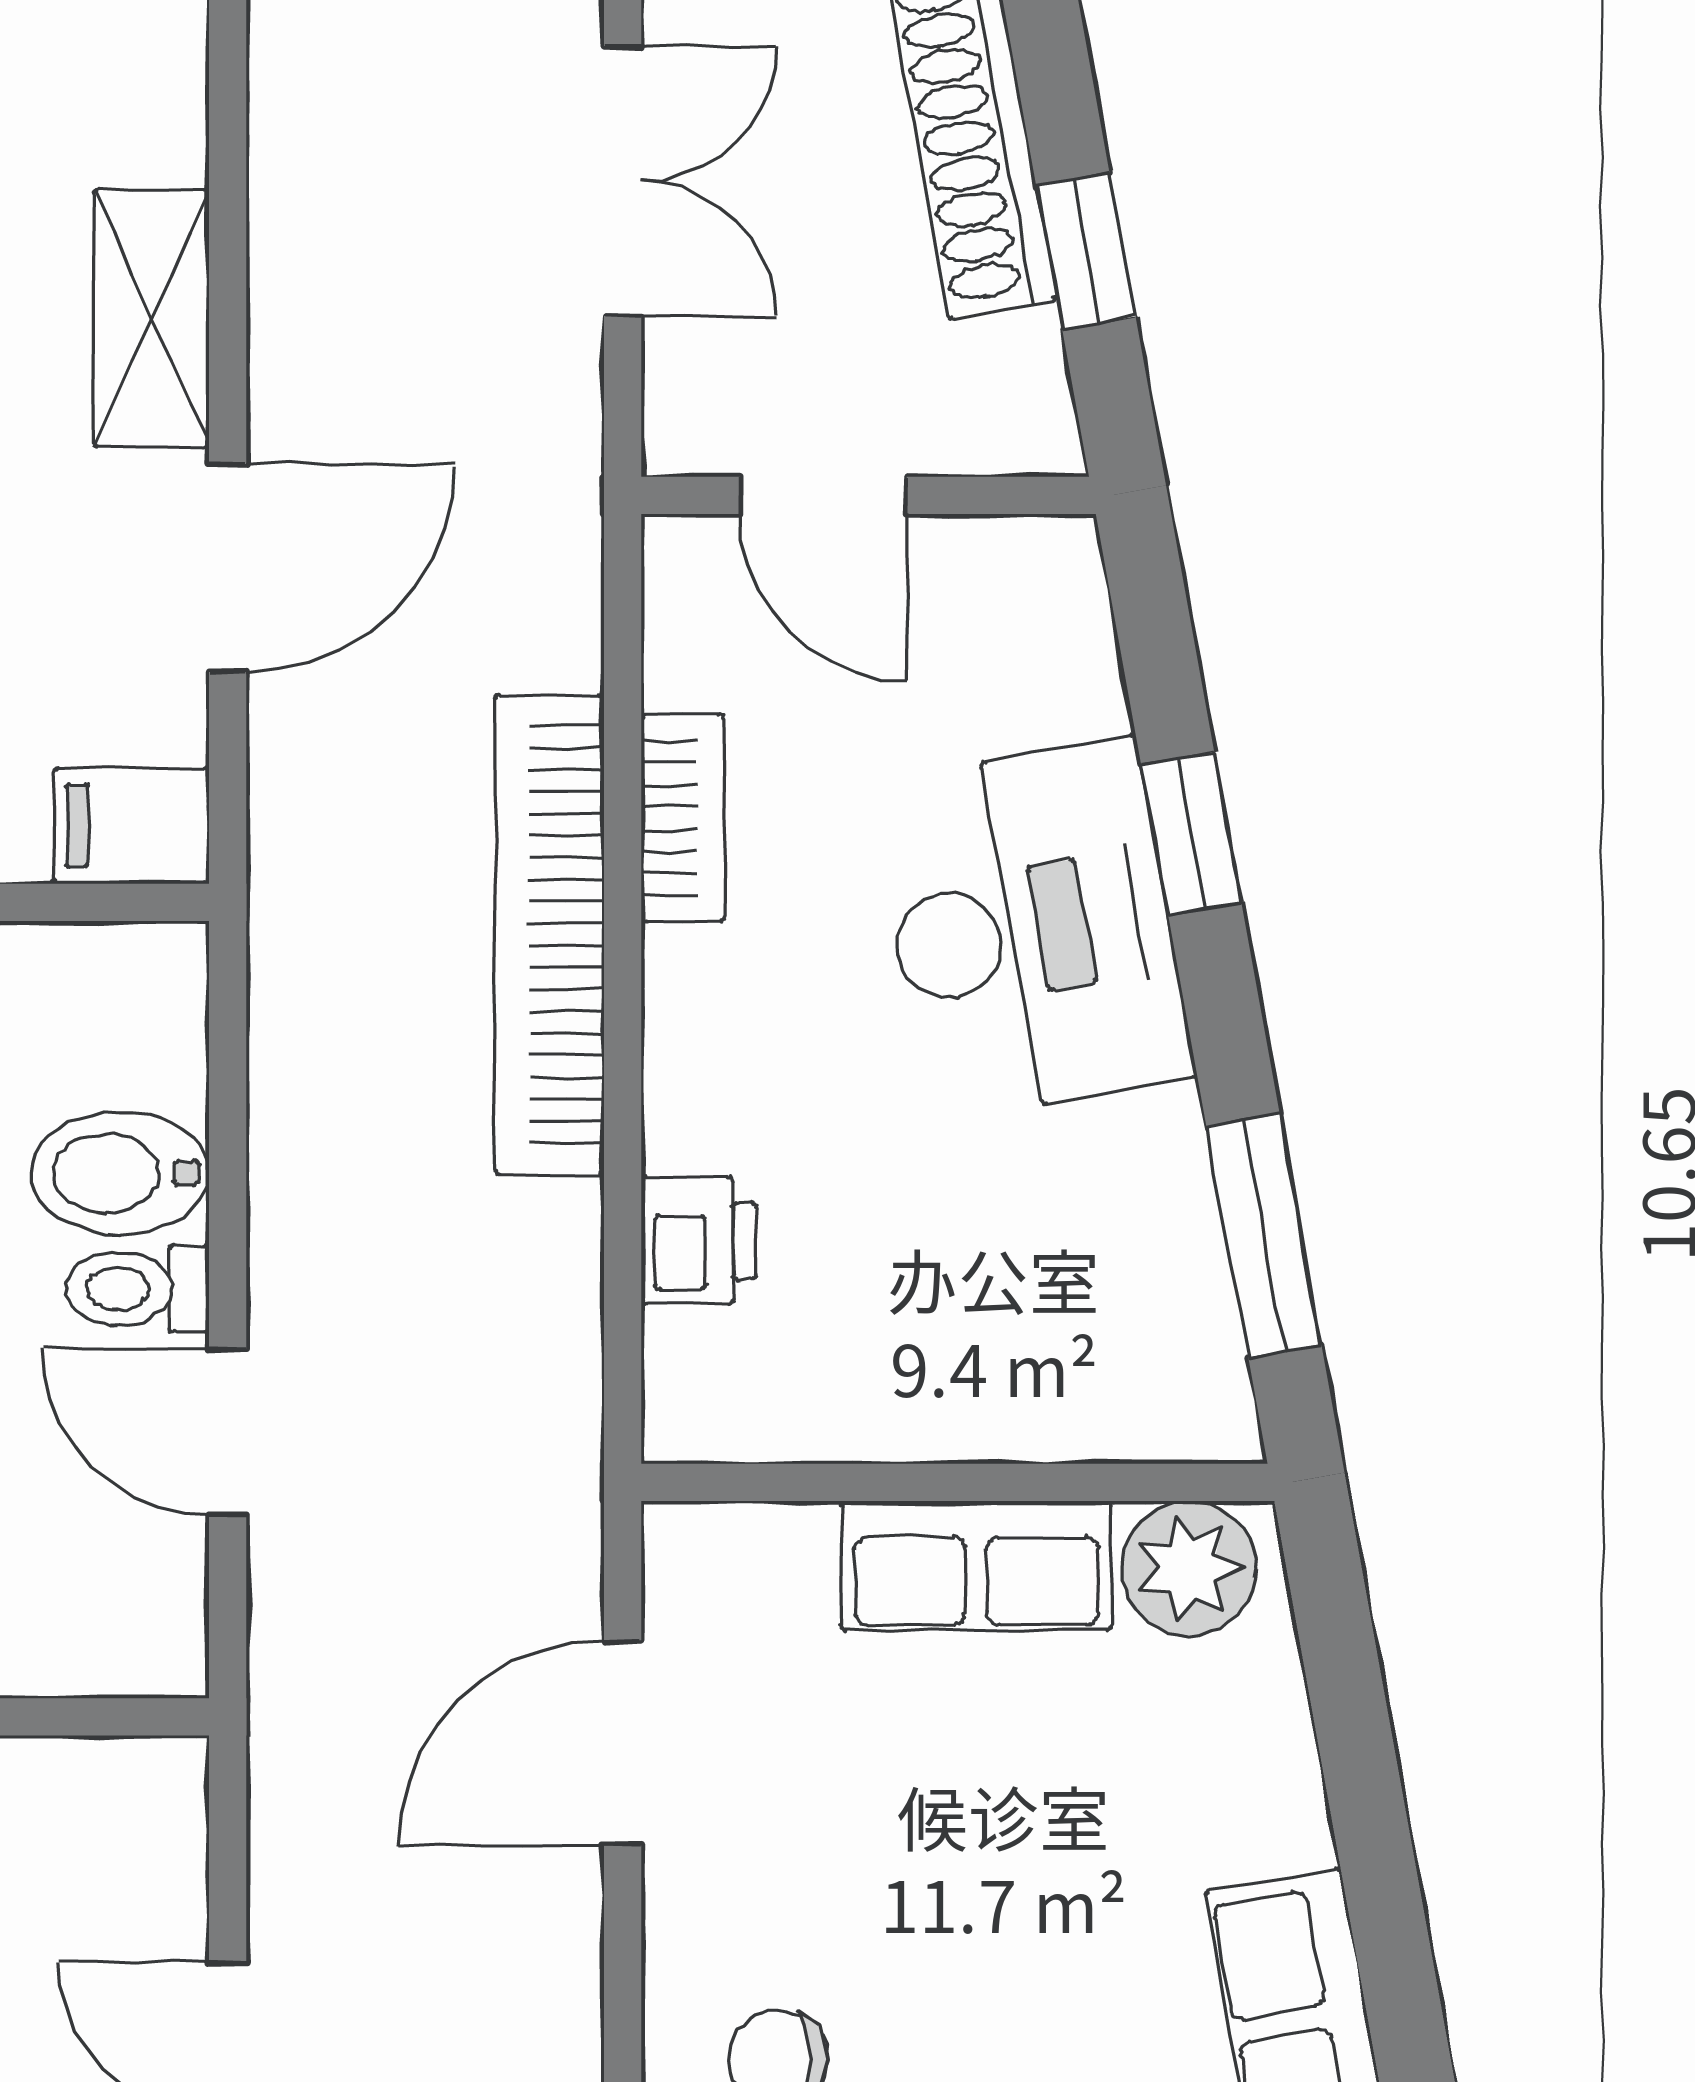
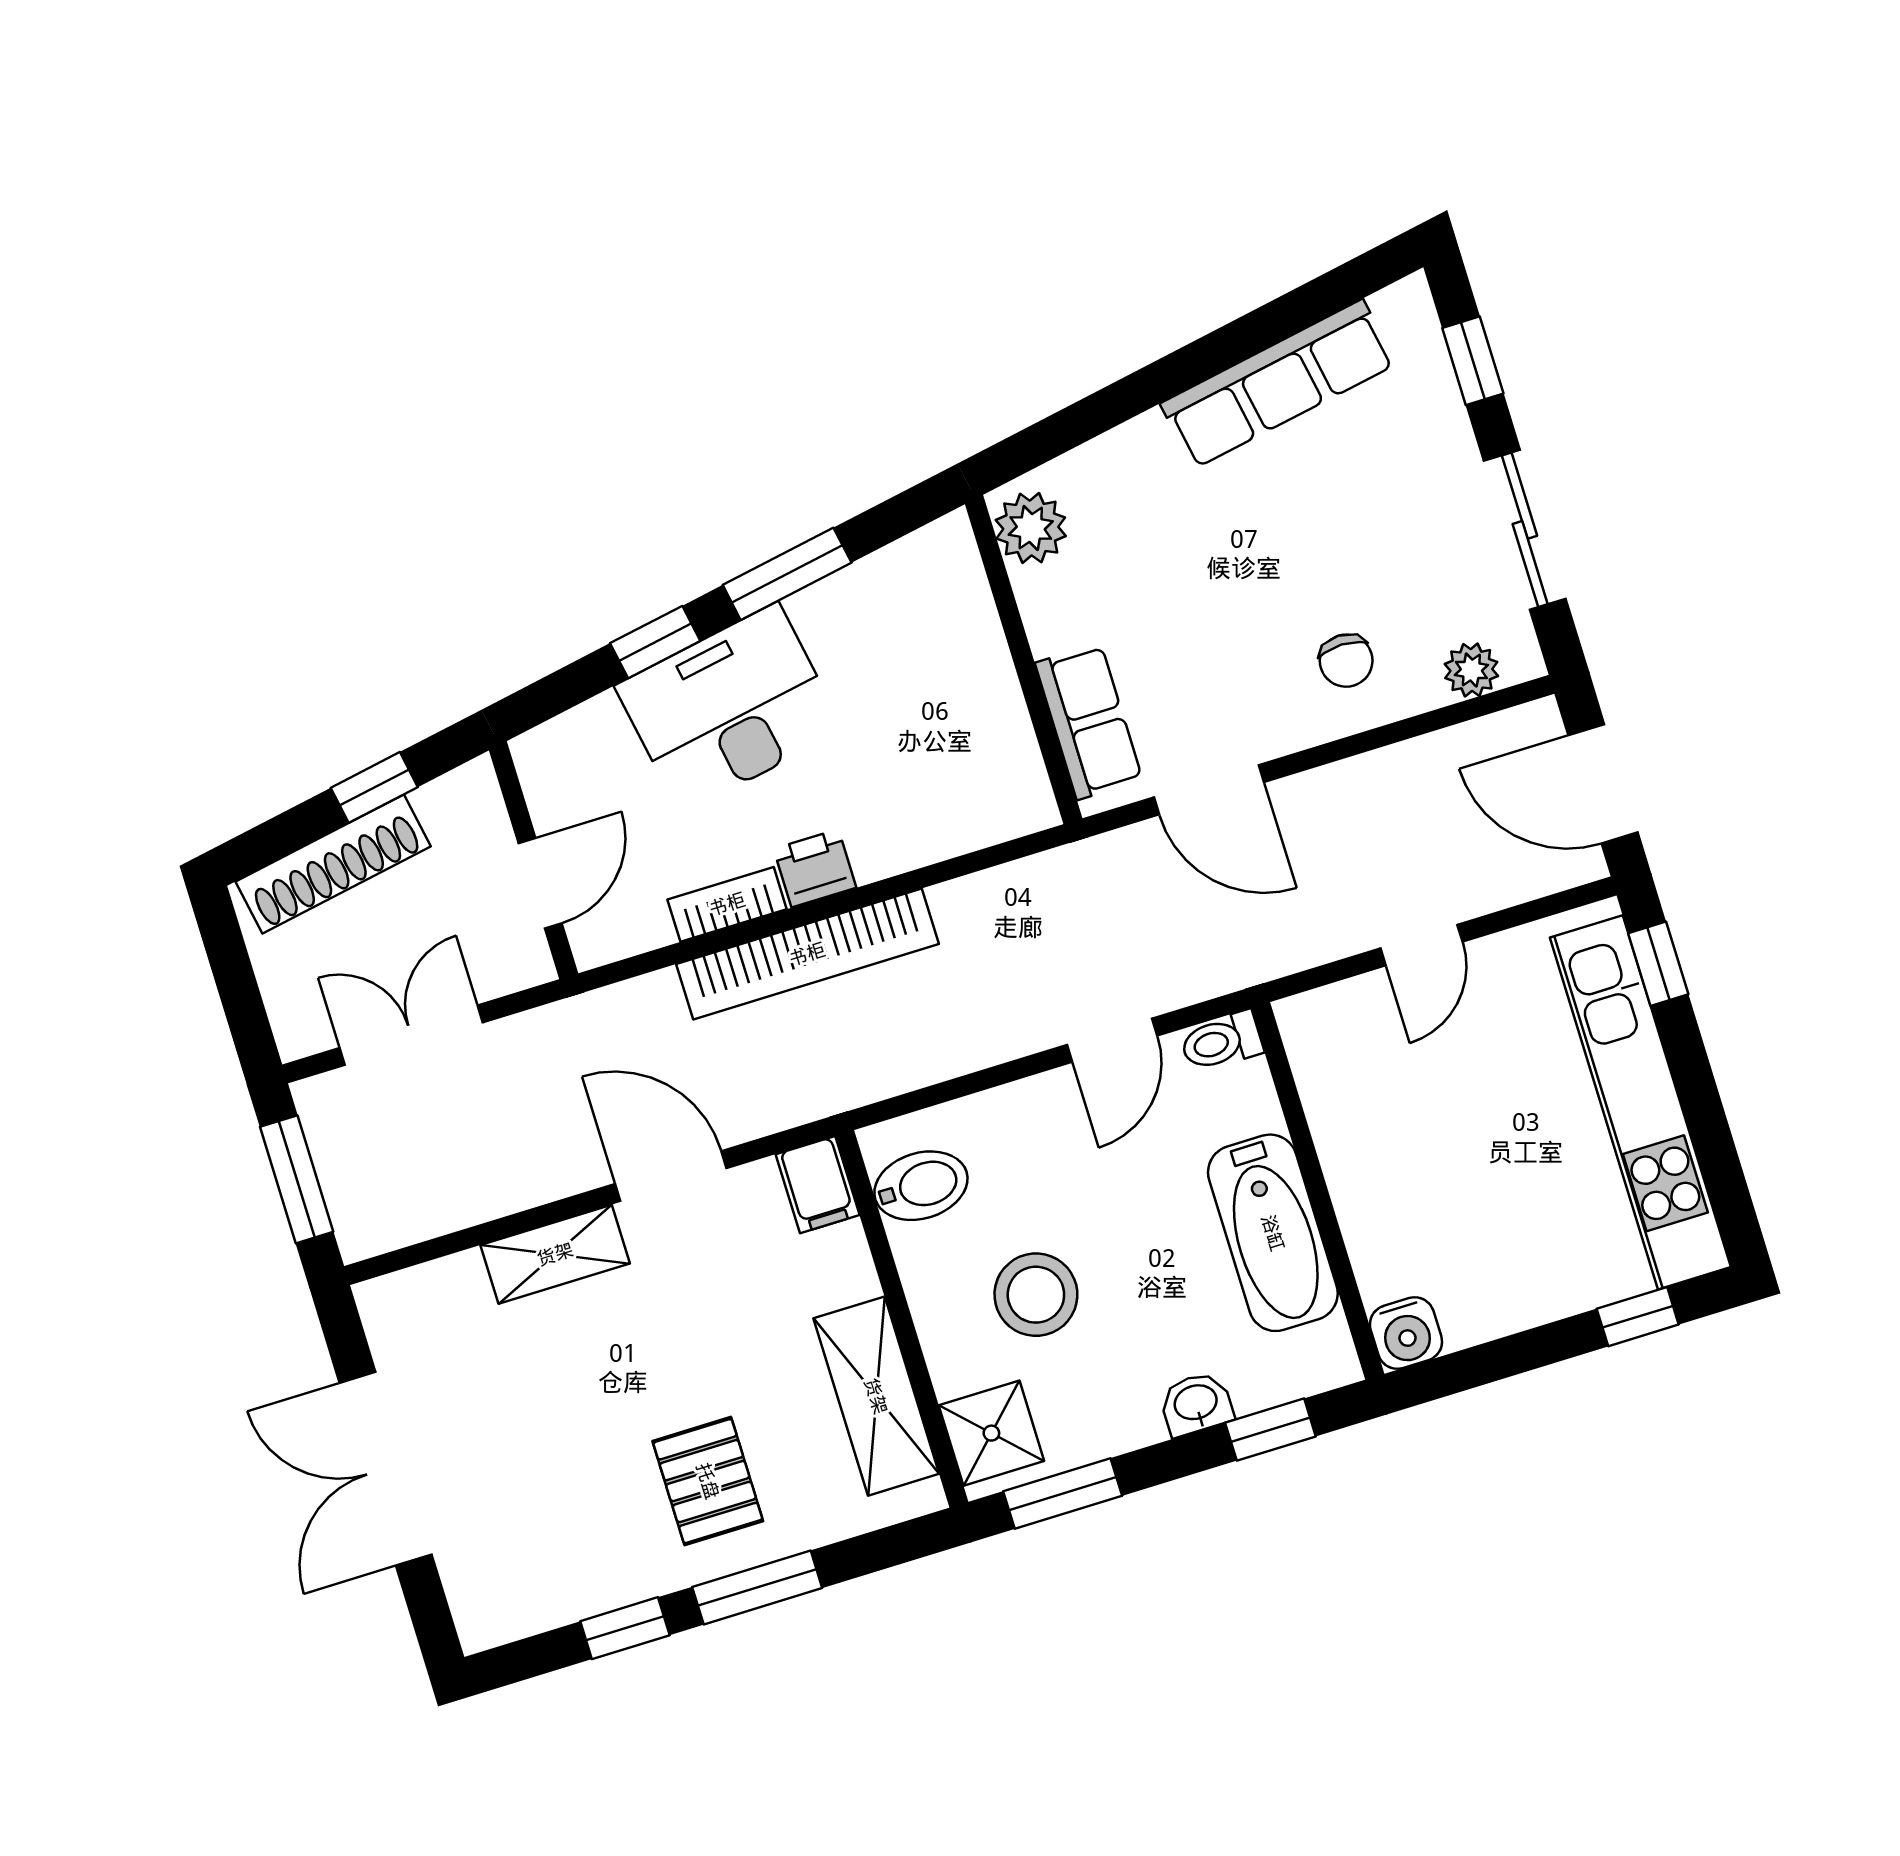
bidet: (120, 1173) -> (921, 1186), moved, turned -90
window: (1264, 1236) -> (787, 574), moved
printer: (699, 1241) -> (815, 868), moved
toilet: (138, 1289) -> (1221, 1041), moved, turned 90
row of seats: (976, 1566) -> (1089, 722), moved

